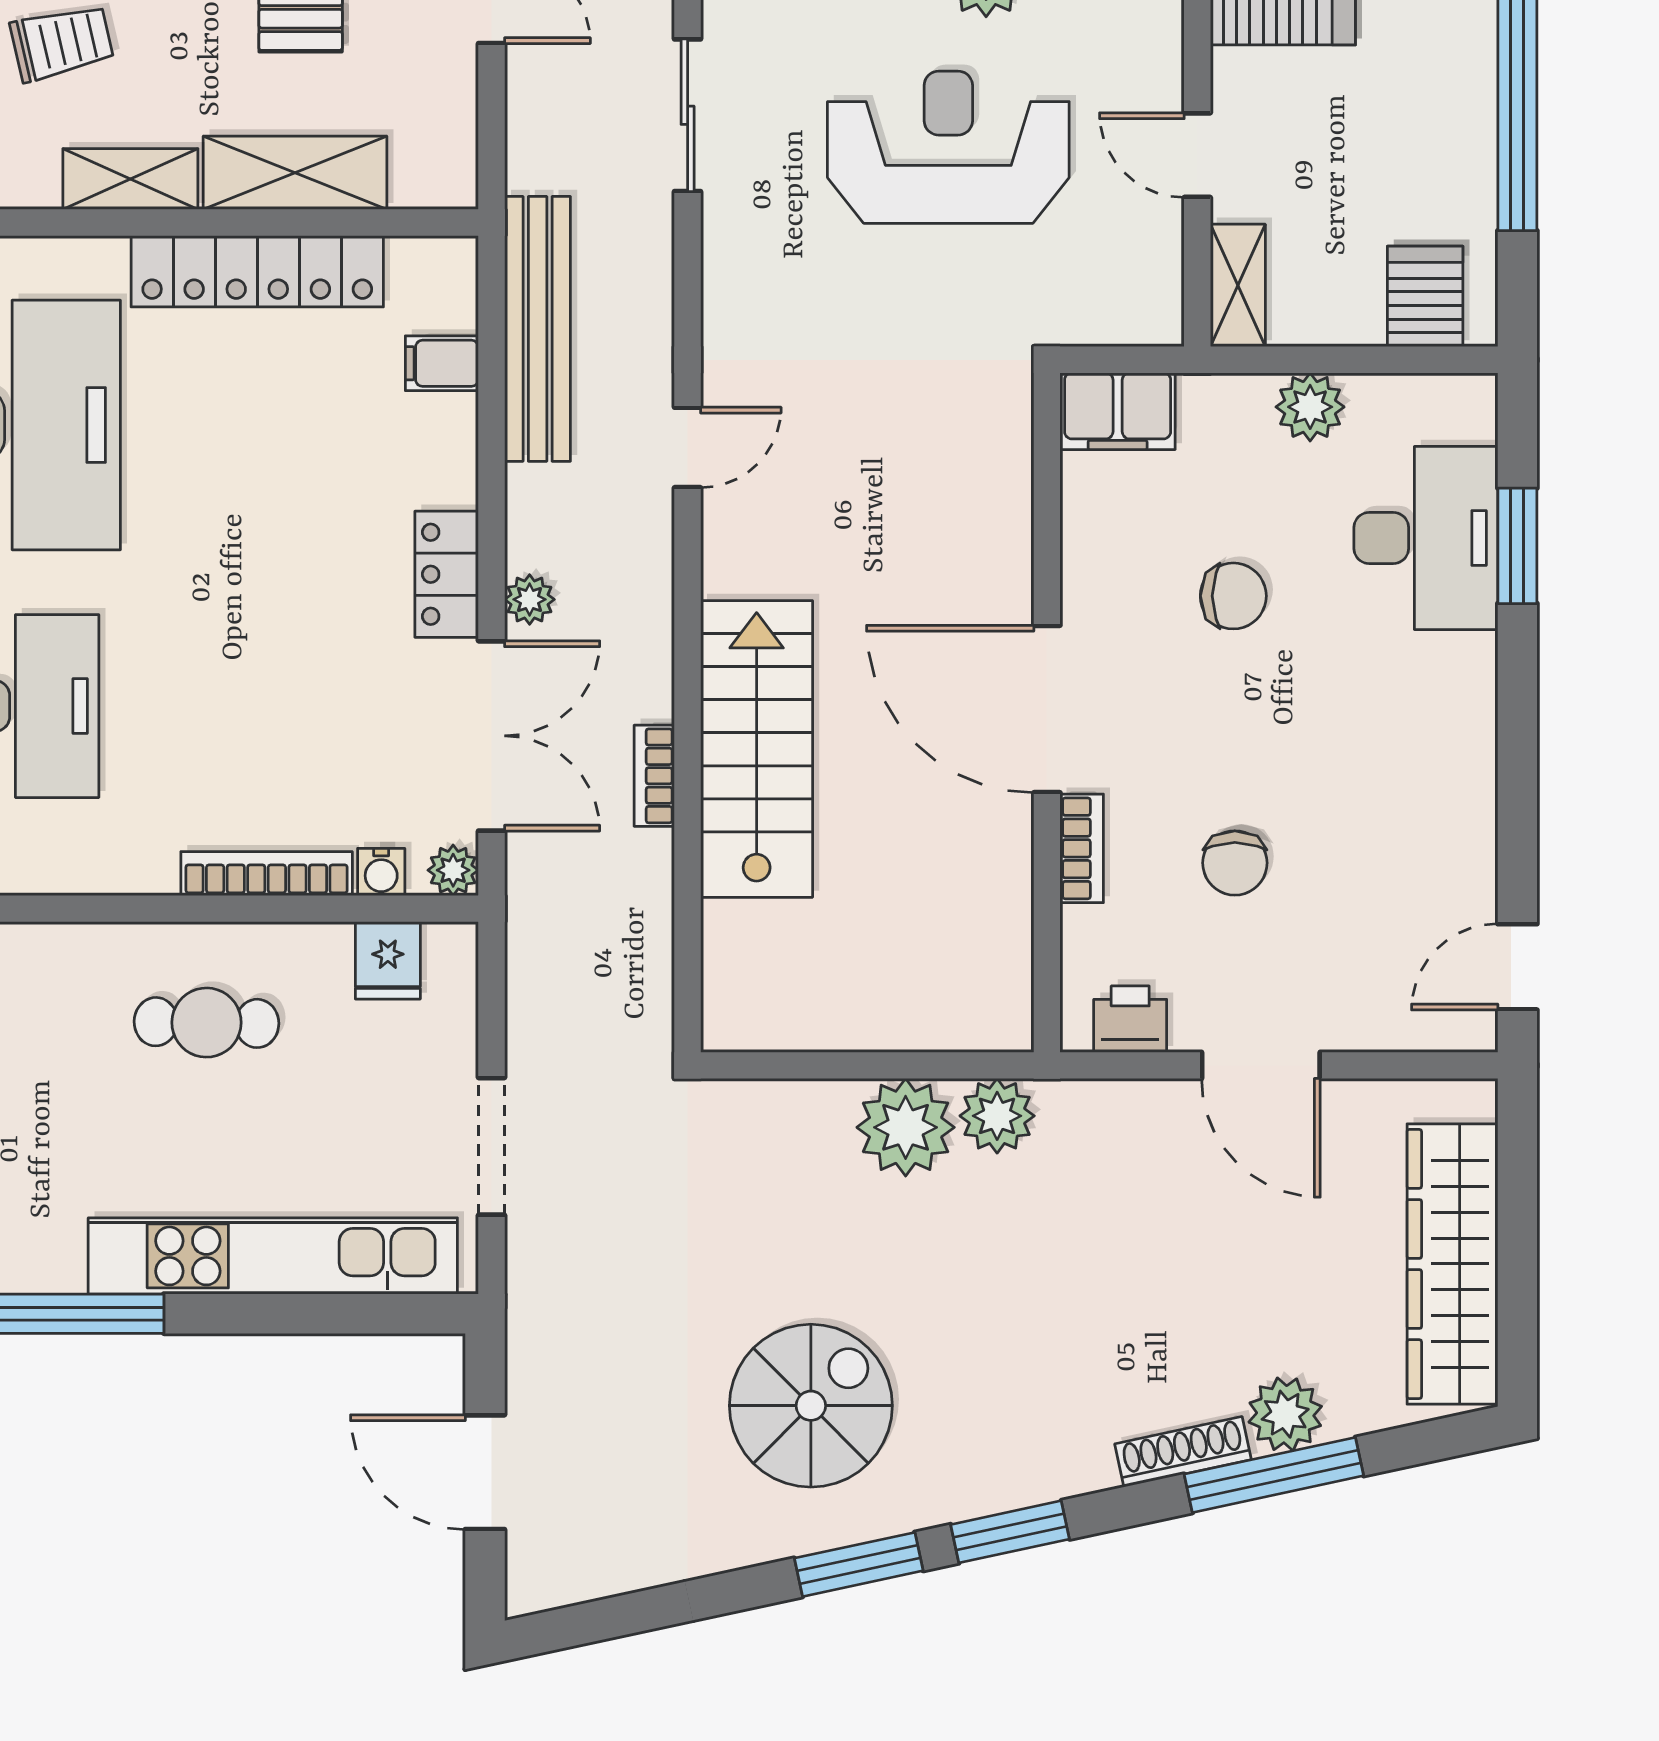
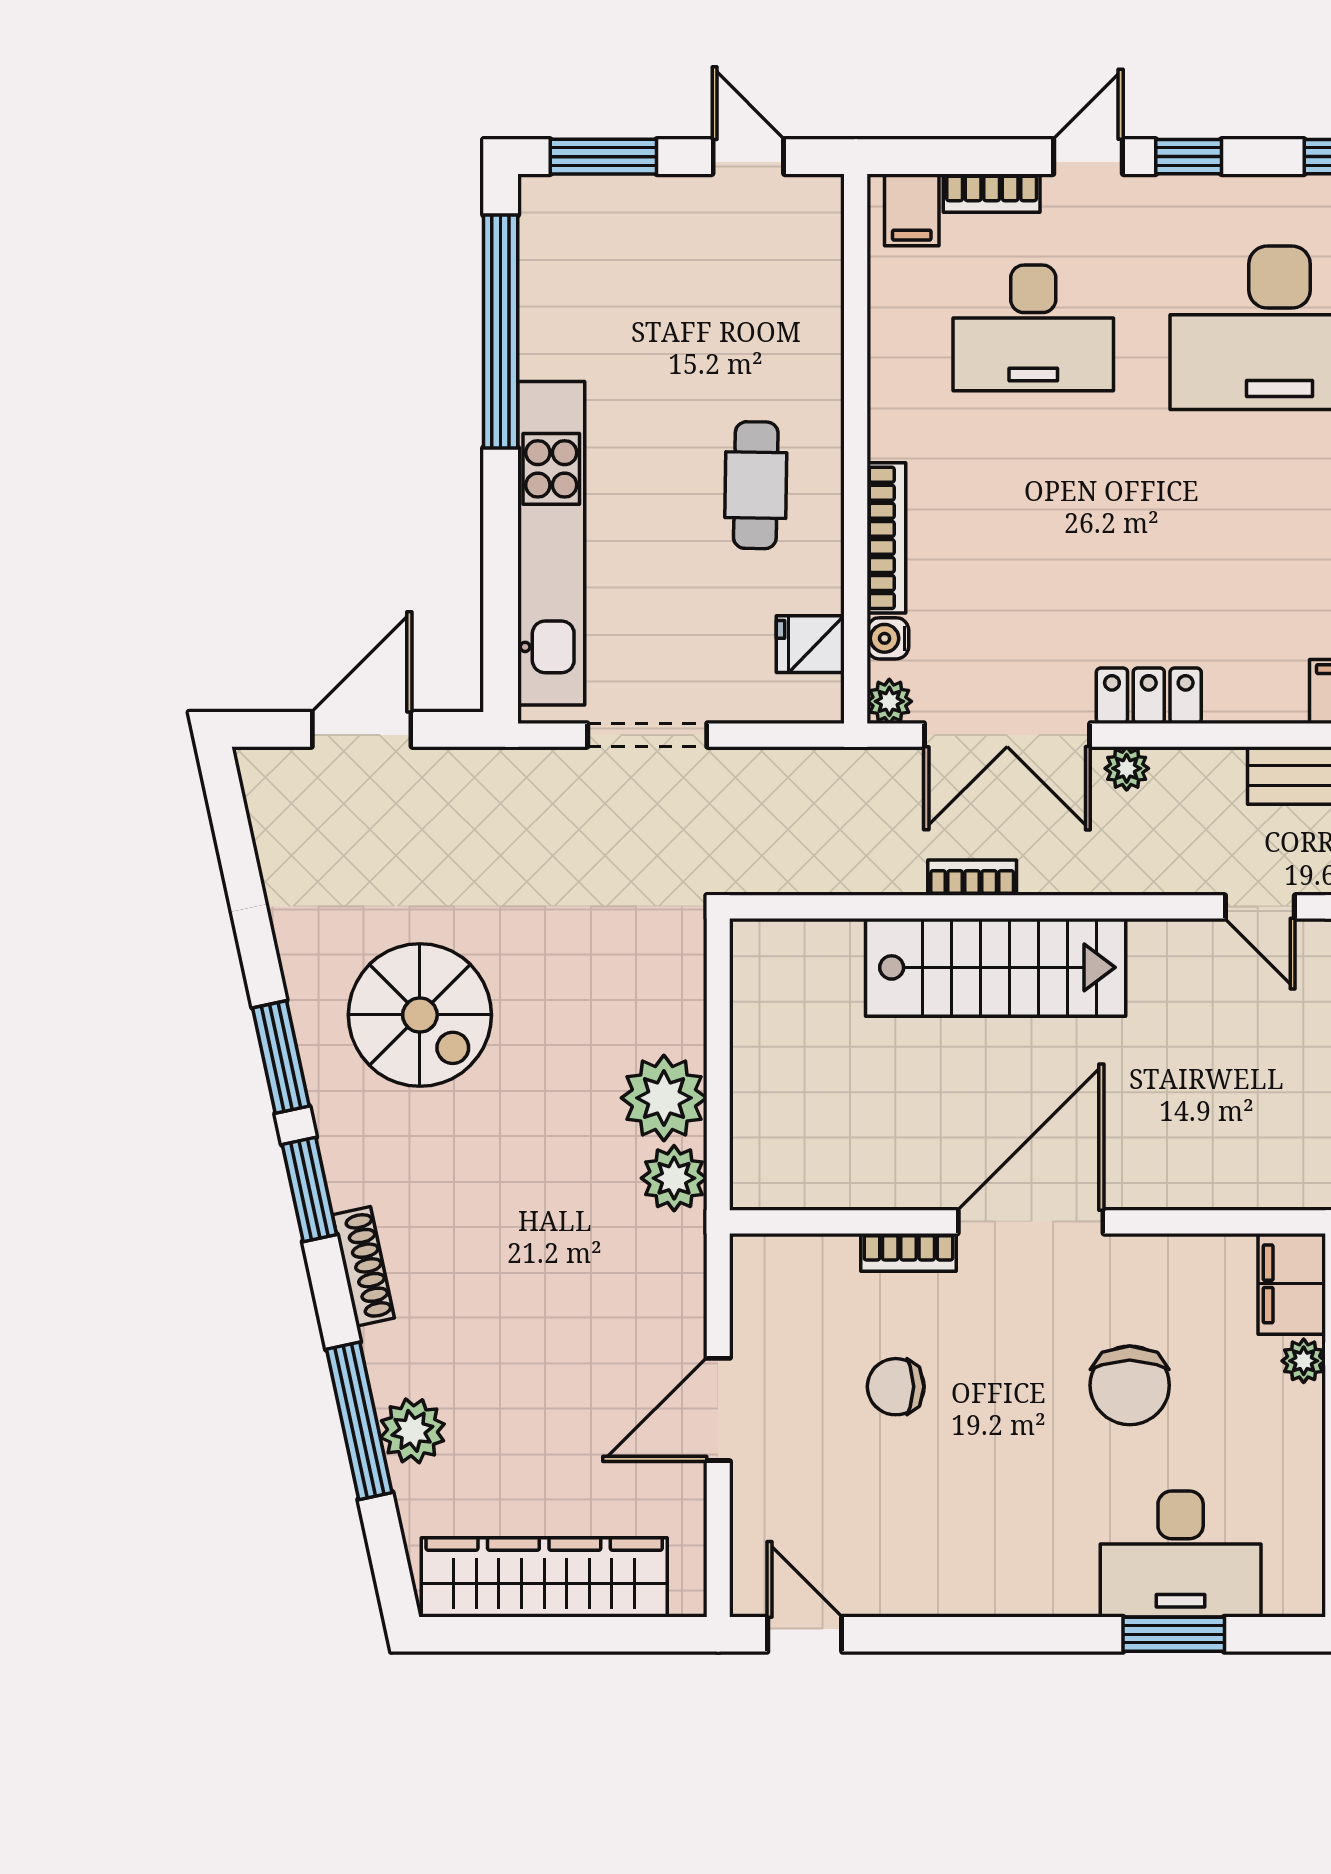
plant: (1310, 407) -> (1304, 1361), moved, width x0.73, depth x0.73
chair: (1233, 596) -> (1130, 1385), width x1.37, depth x1.37
printer: (1130, 1019) -> (759, 1295), removed
shoe rack: (1183, 1452) -> (363, 1266), moved

